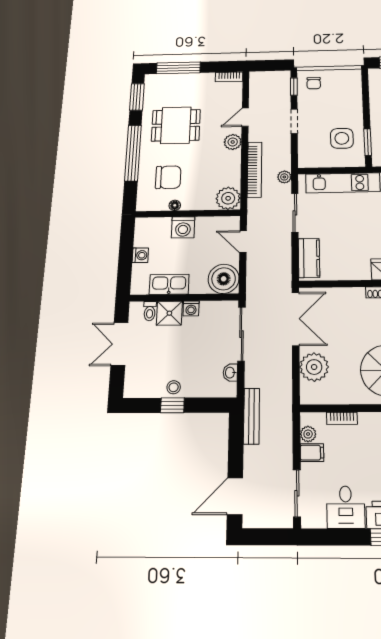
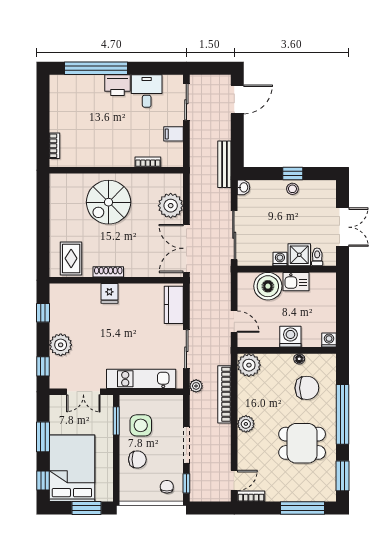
chair: (344, 107) -> (137, 459), added
door: (245, 117) -> (234, 480), moved
doorway: (294, 121) -> (186, 445), width x1.38
chair: (168, 177) -> (307, 388), turned 180
washing machine: (140, 255) -> (329, 340), moved, turned 90
boiler: (224, 279) -> (268, 286), moved
kitchen sink: (169, 284) -> (296, 282), width x0.73
washbasin: (230, 373) -> (243, 187), moved
plant: (308, 434) -> (177, 149), removed

